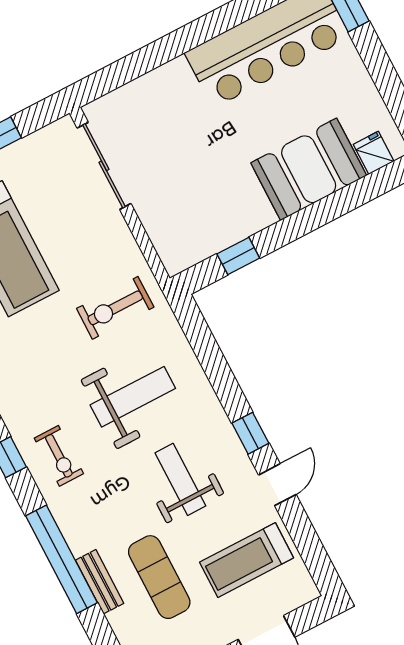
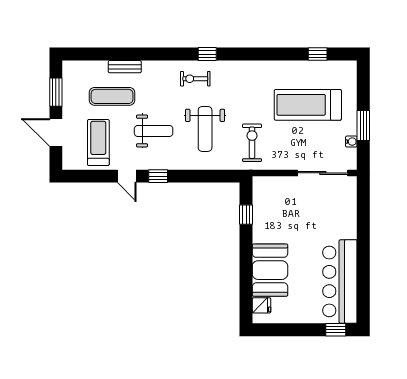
water cooler: (28, 146) -> (351, 142), added
window: (62, 559) -> (145, 54), removed

